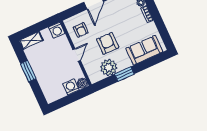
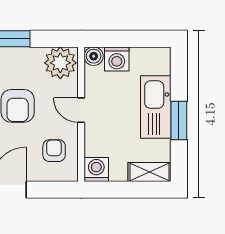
door: (77, 55) -> (81, 110), hinge flipped
plant: (109, 67) -> (60, 63), moved
kitchen sink: (42, 73) -> (156, 107), added

